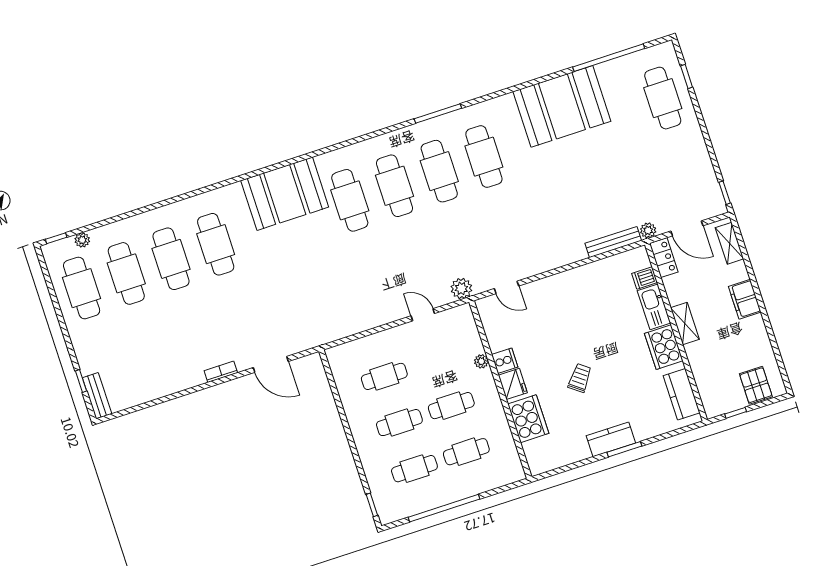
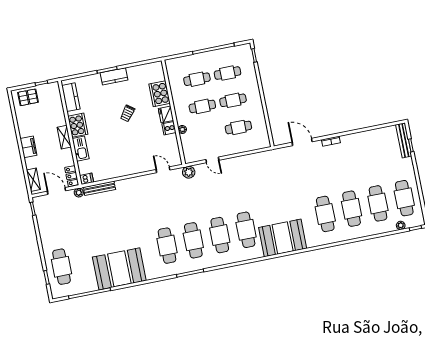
dishwasher: (644, 278) -> (87, 179), moved
pallet: (756, 385) -> (28, 97), turned 90
bench: (97, 396) -> (404, 140), width x1.36

